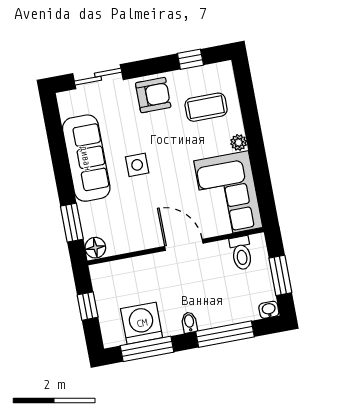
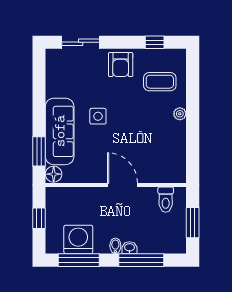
armchair: (153, 95) -> (121, 65), turned 90
sofa: (86, 158) -> (60, 131), moved
corner sofa: (228, 194) -> (164, 152), removed
washbasin: (269, 310) -> (129, 248), moved

